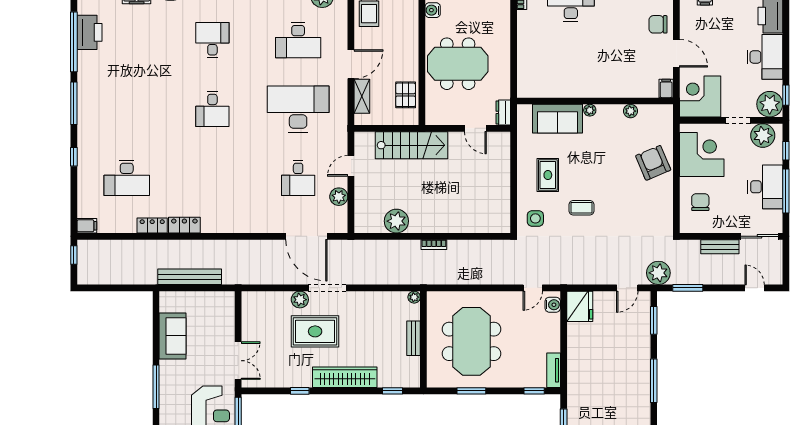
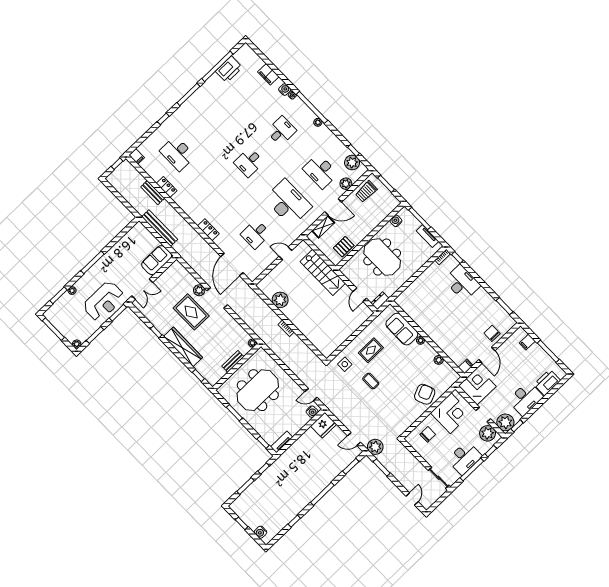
plant: (339, 197) -> (346, 184), moved
locker: (184, 225) -> (208, 230), moved
bench: (720, 247) -> (153, 193), moved
sofa: (173, 336) -> (157, 260), moved, turned 180

